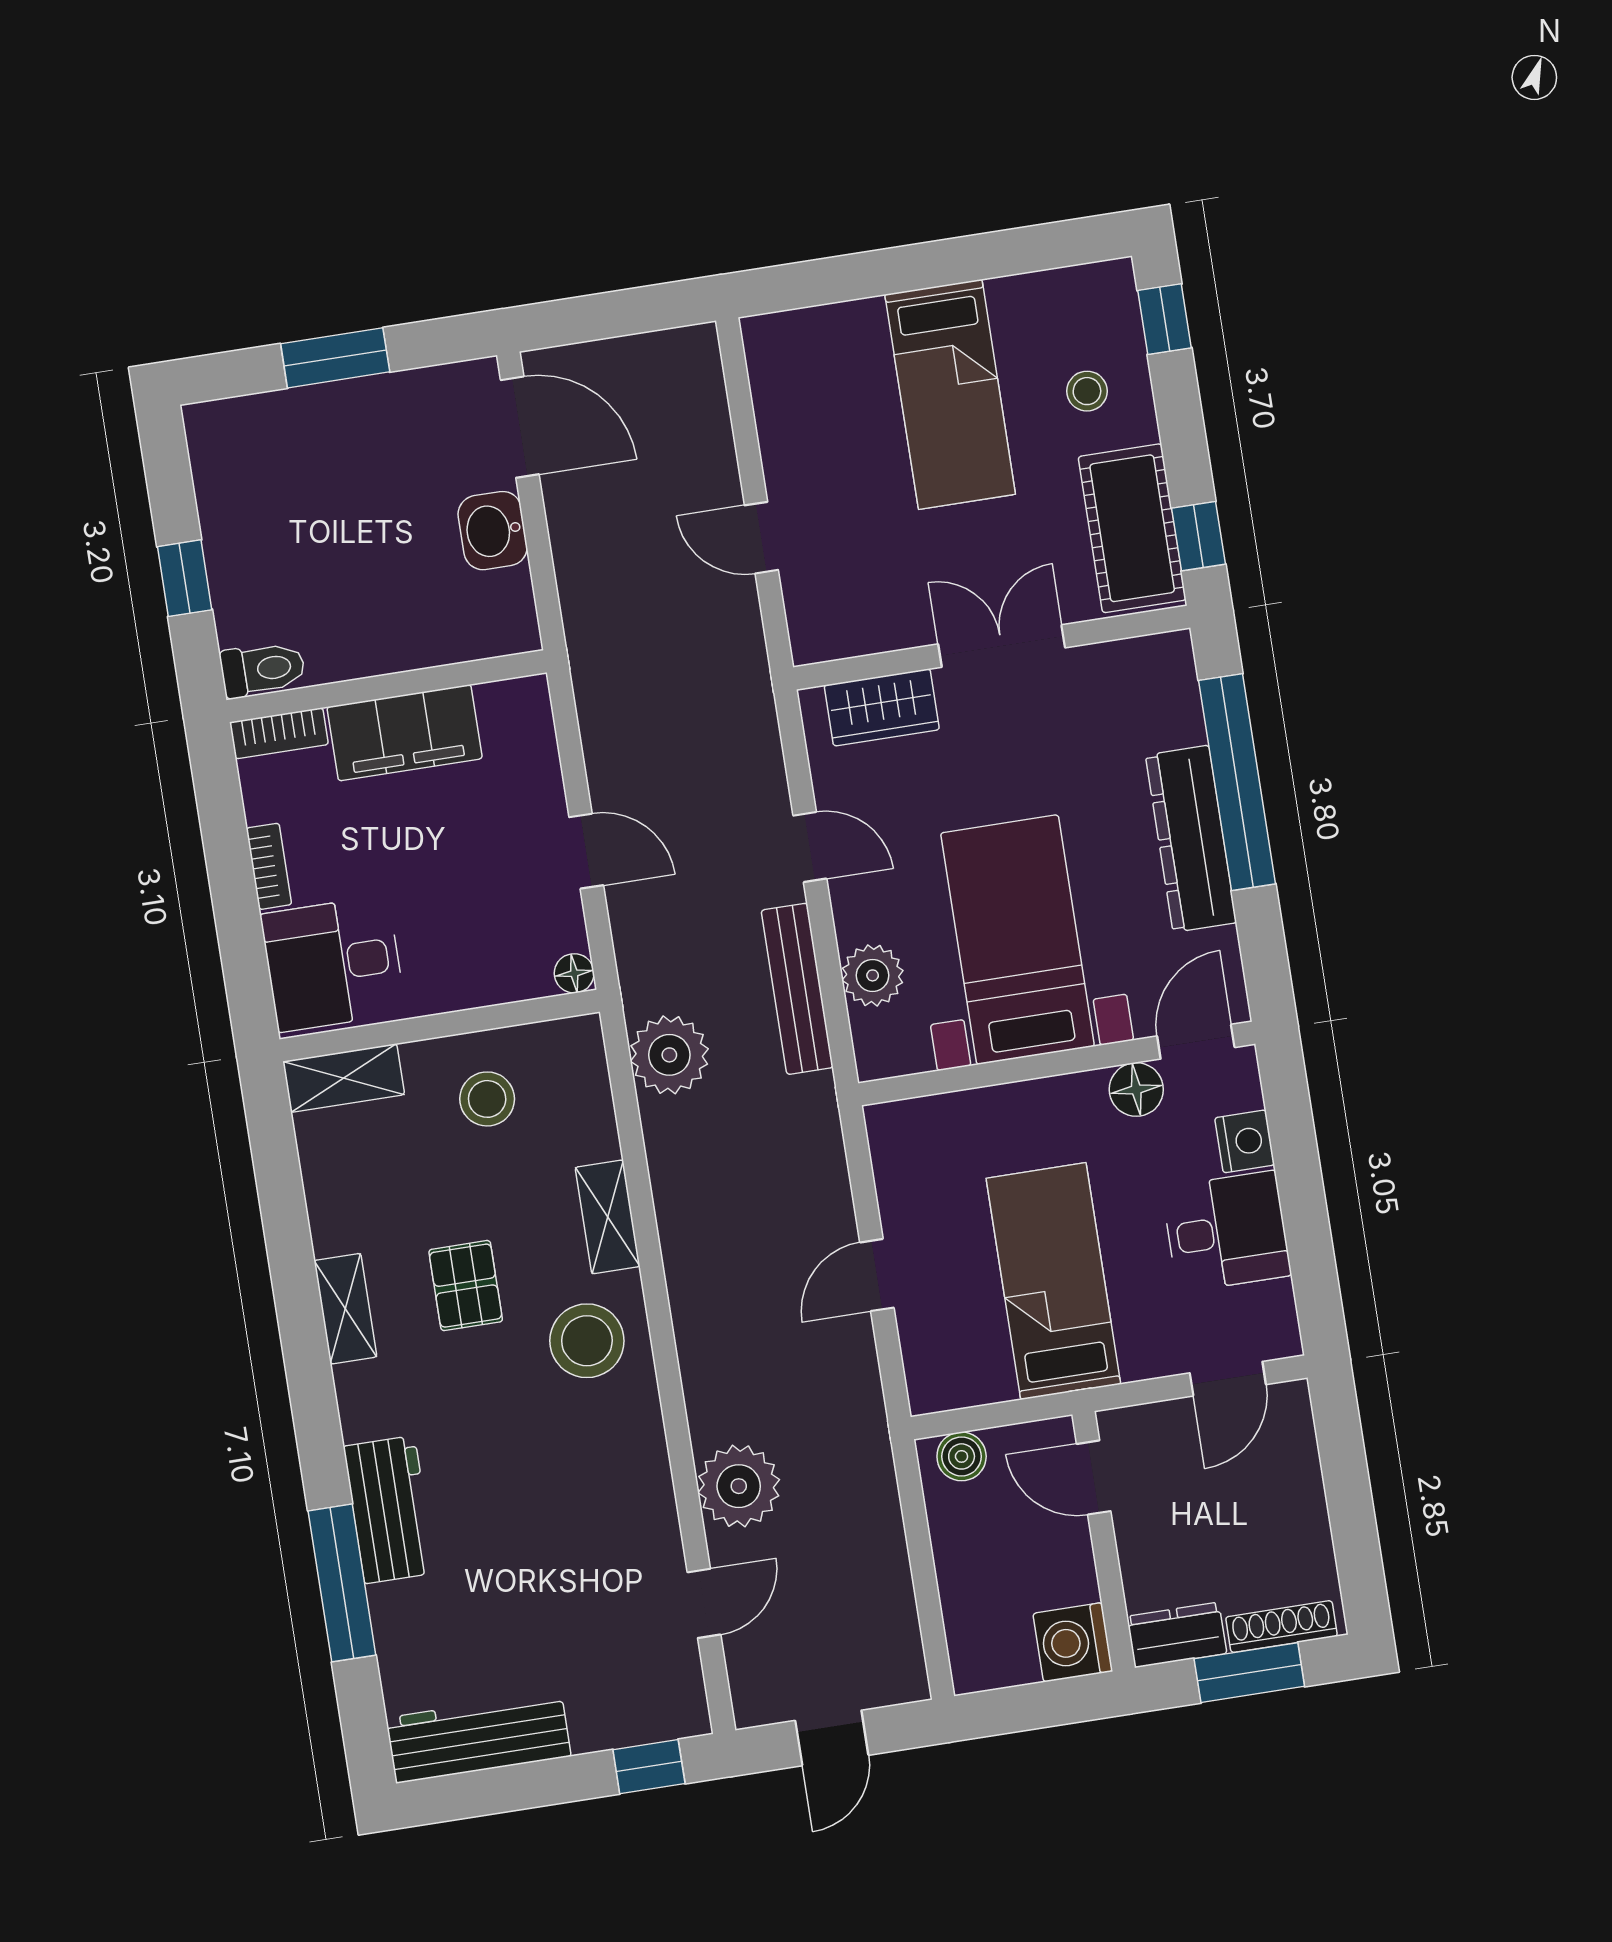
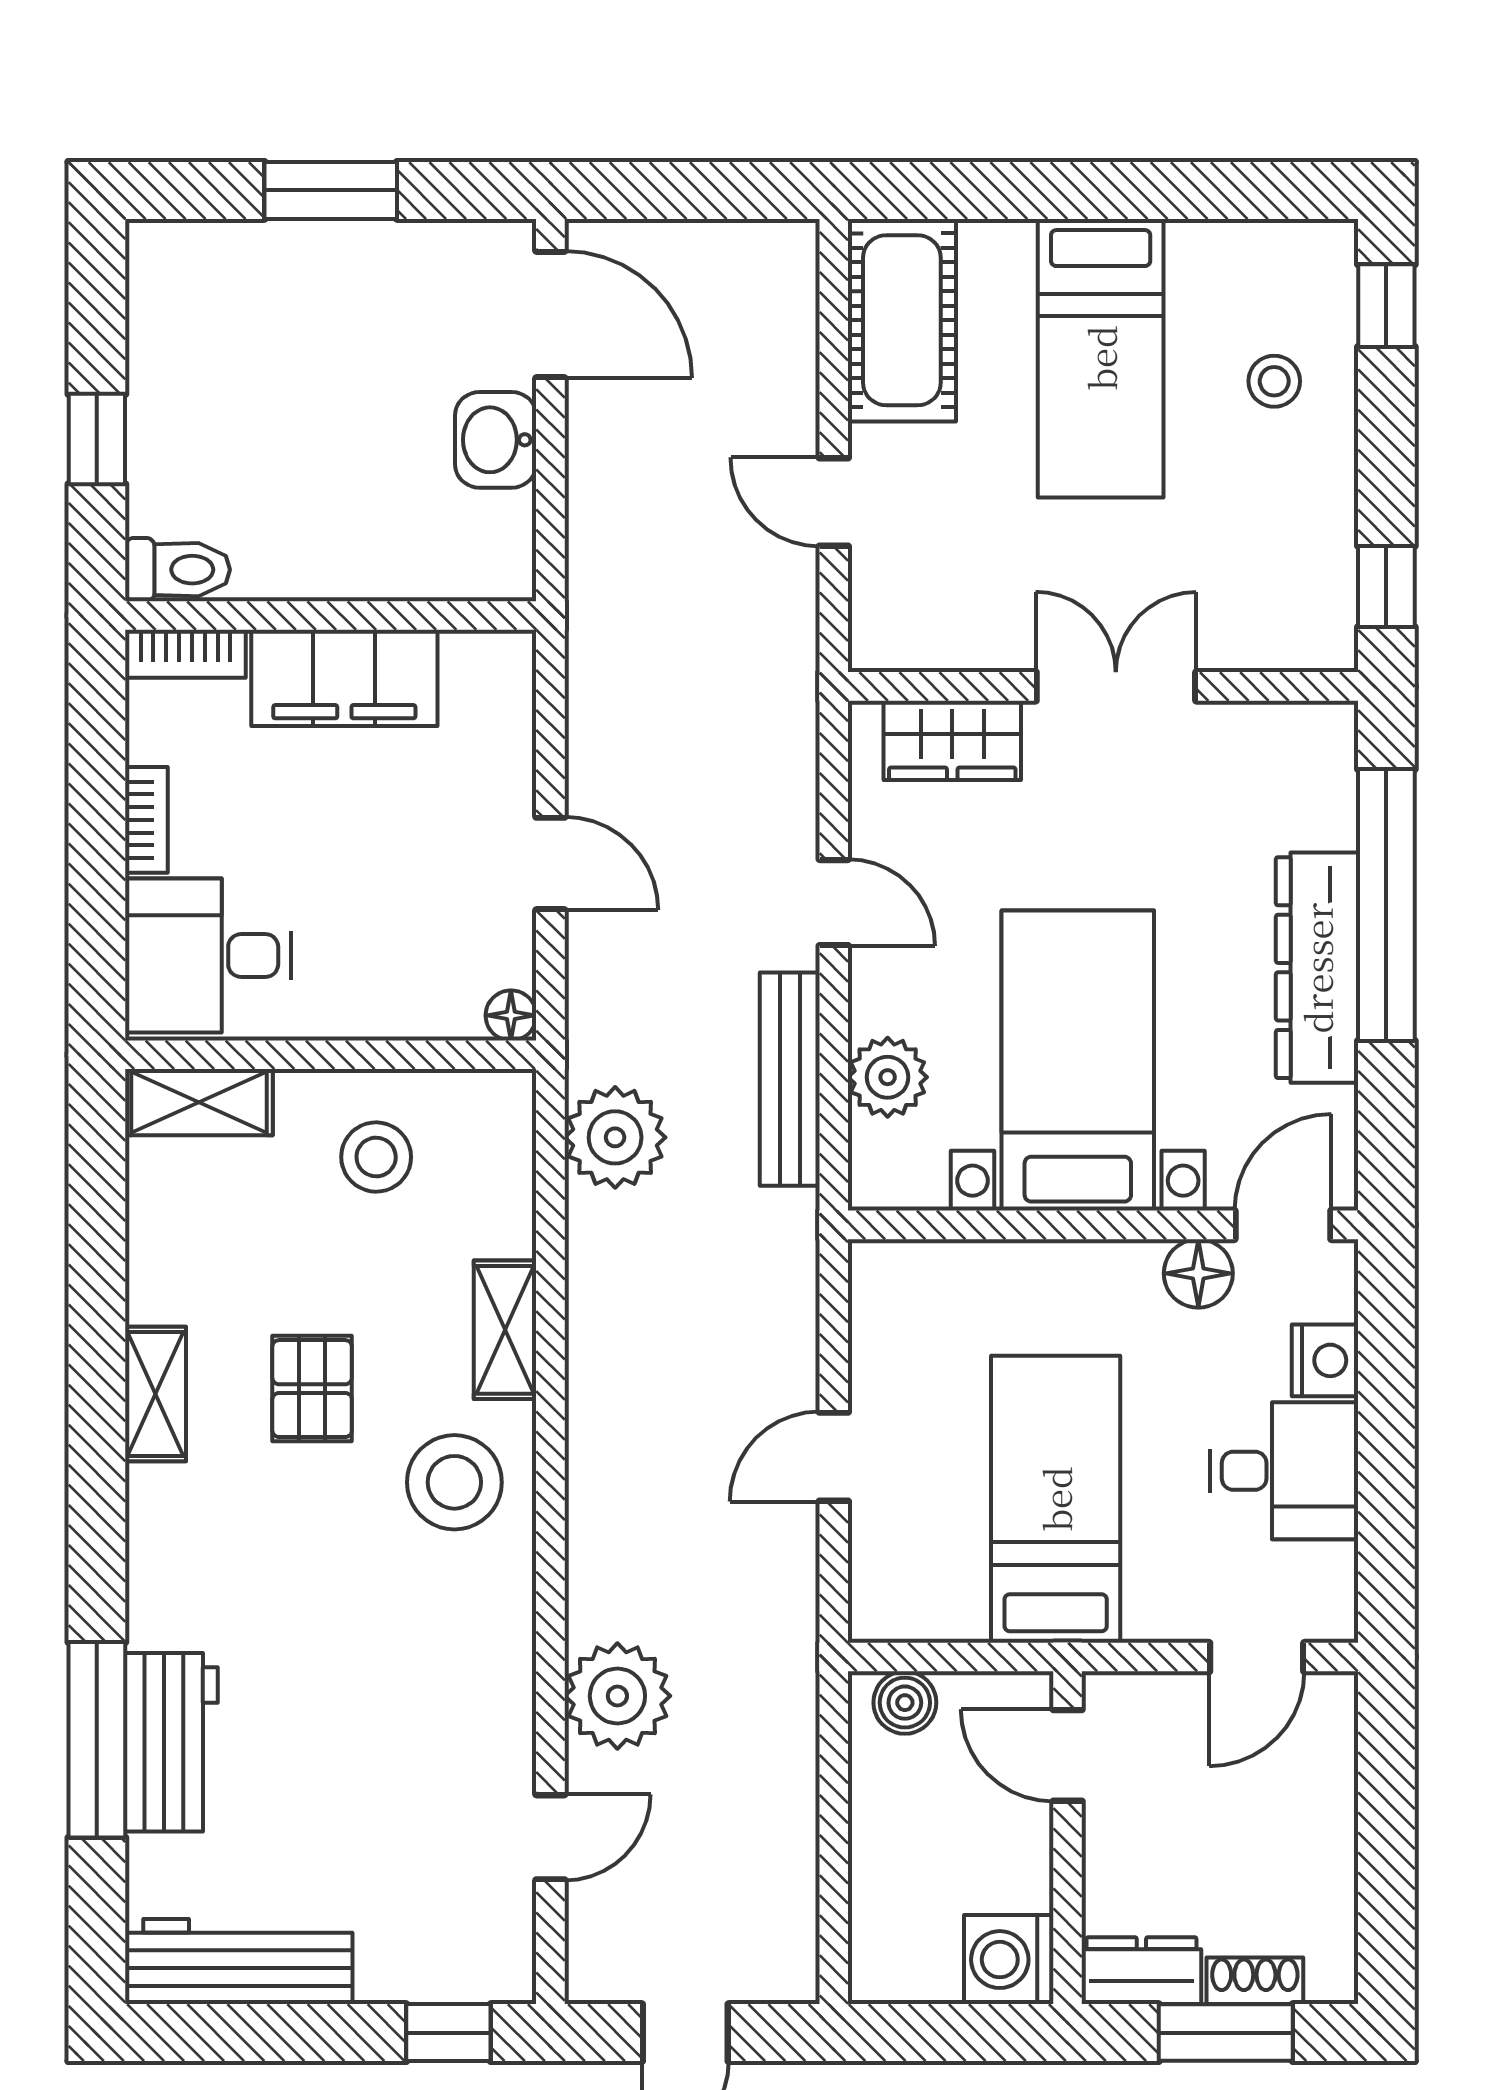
cot: (1132, 528) -> (902, 320), moved
workbench: (389, 1510) -> (171, 1742), moved
shoe rack: (1282, 1627) -> (1255, 1981), width x0.70

